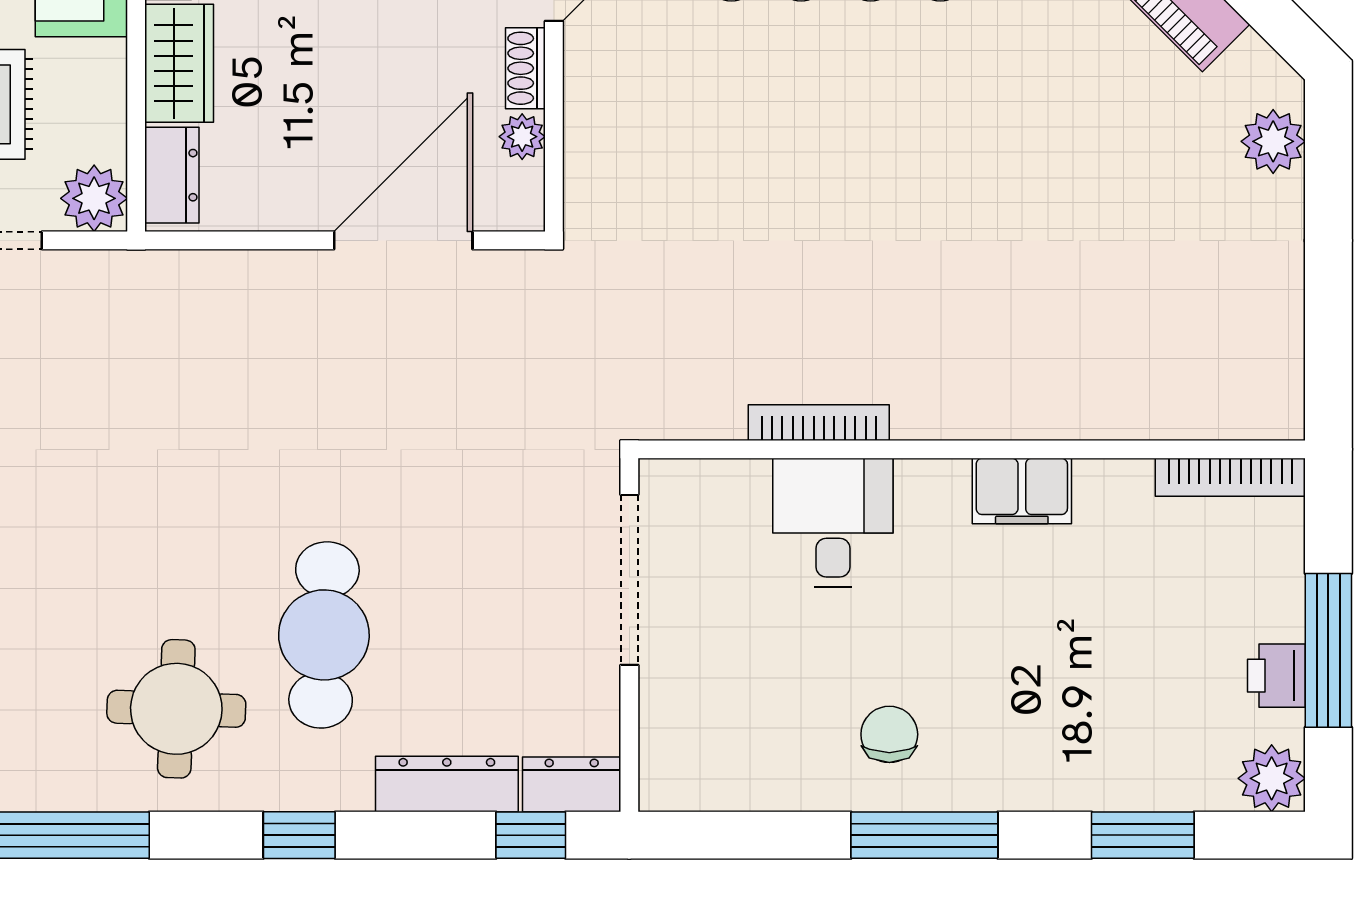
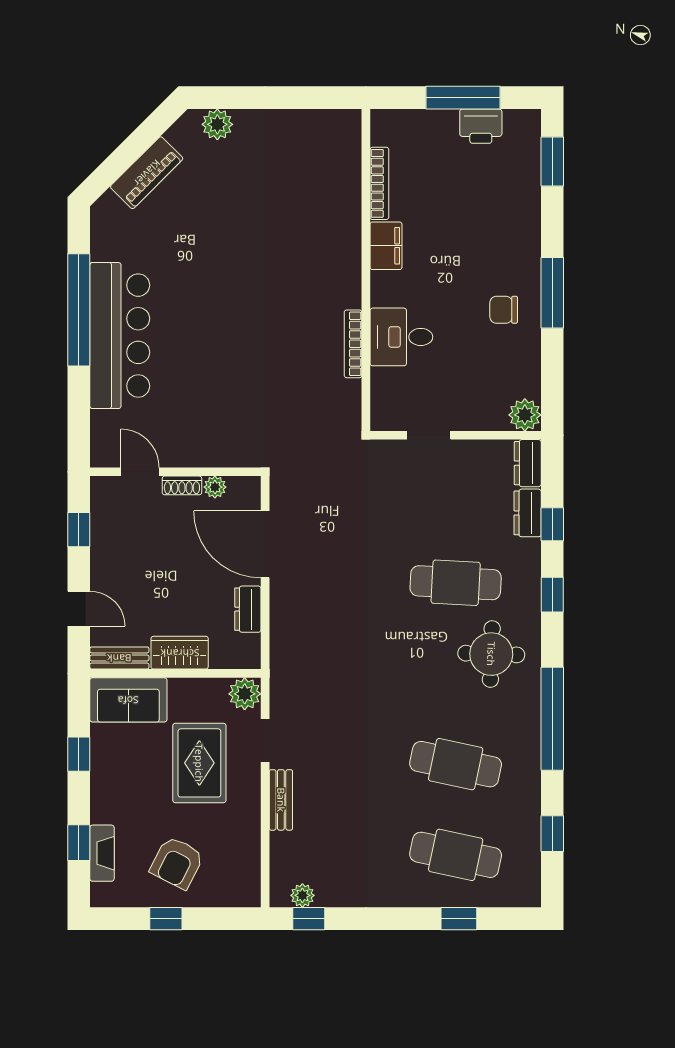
dresser: (172, 175) -> (248, 609), moved, turned -90
bookcase: (1230, 477) -> (379, 183), moved
doorway: (629, 580) -> (429, 435), width x0.53
printer: (1276, 676) -> (481, 126), width x1.36, depth x1.24
plant: (1272, 778) -> (525, 415), moved
dresser: (447, 784) -> (528, 513), width x0.70
window: (531, 835) -> (552, 524), moved
window: (1143, 835) -> (552, 162), moved

